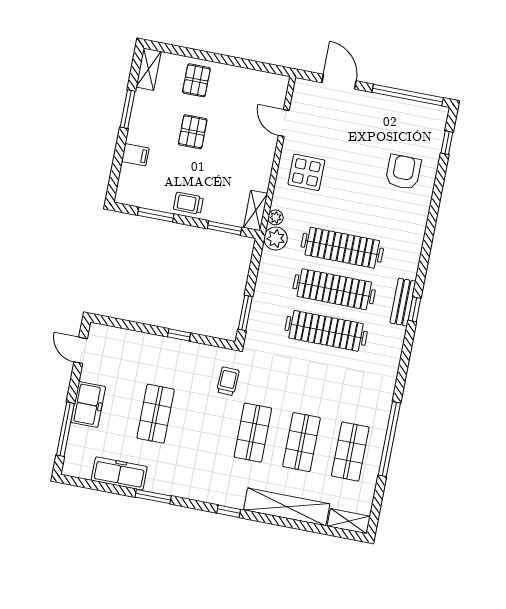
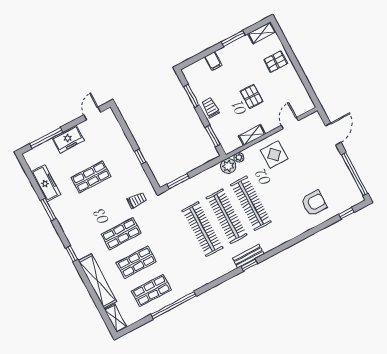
pallet: (193, 132) -> (252, 96), moved, turned 90
shelving: (256, 210) -> (252, 135), moved

